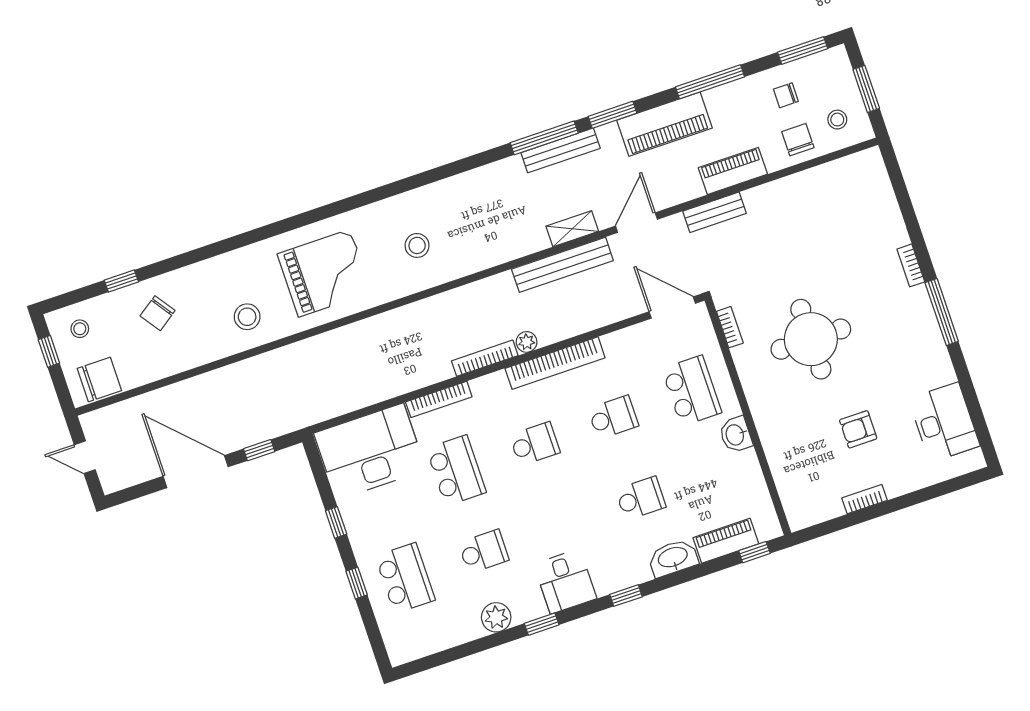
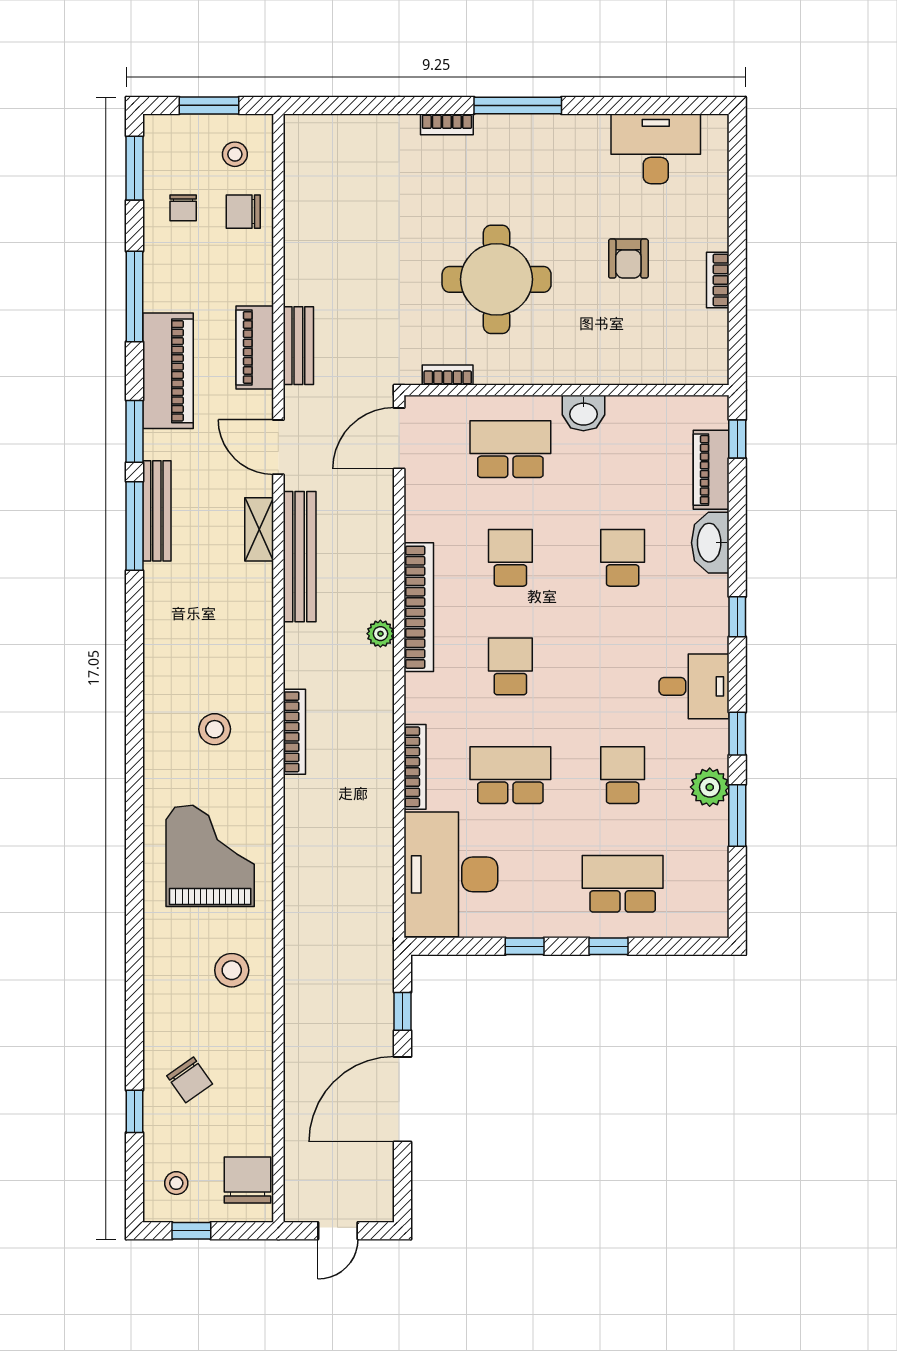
piano: (733, 171) -> (255, 348), moved
bookcase: (485, 358) -> (294, 732), moved, turned 180
window: (482, 644) -> (737, 816), added

